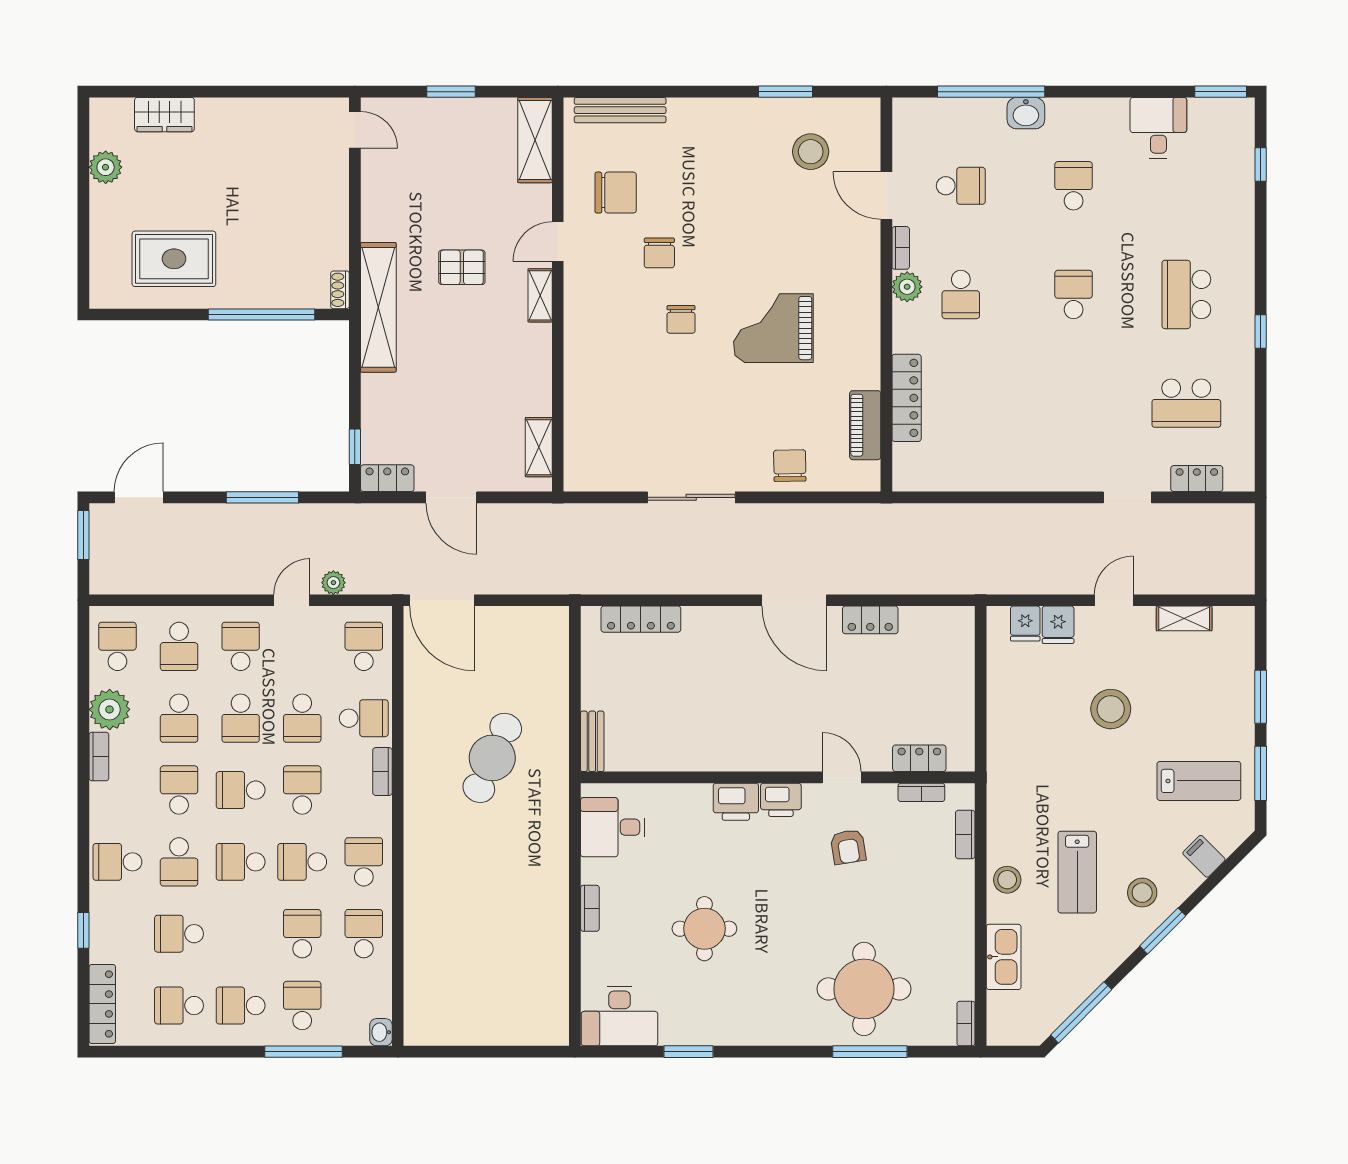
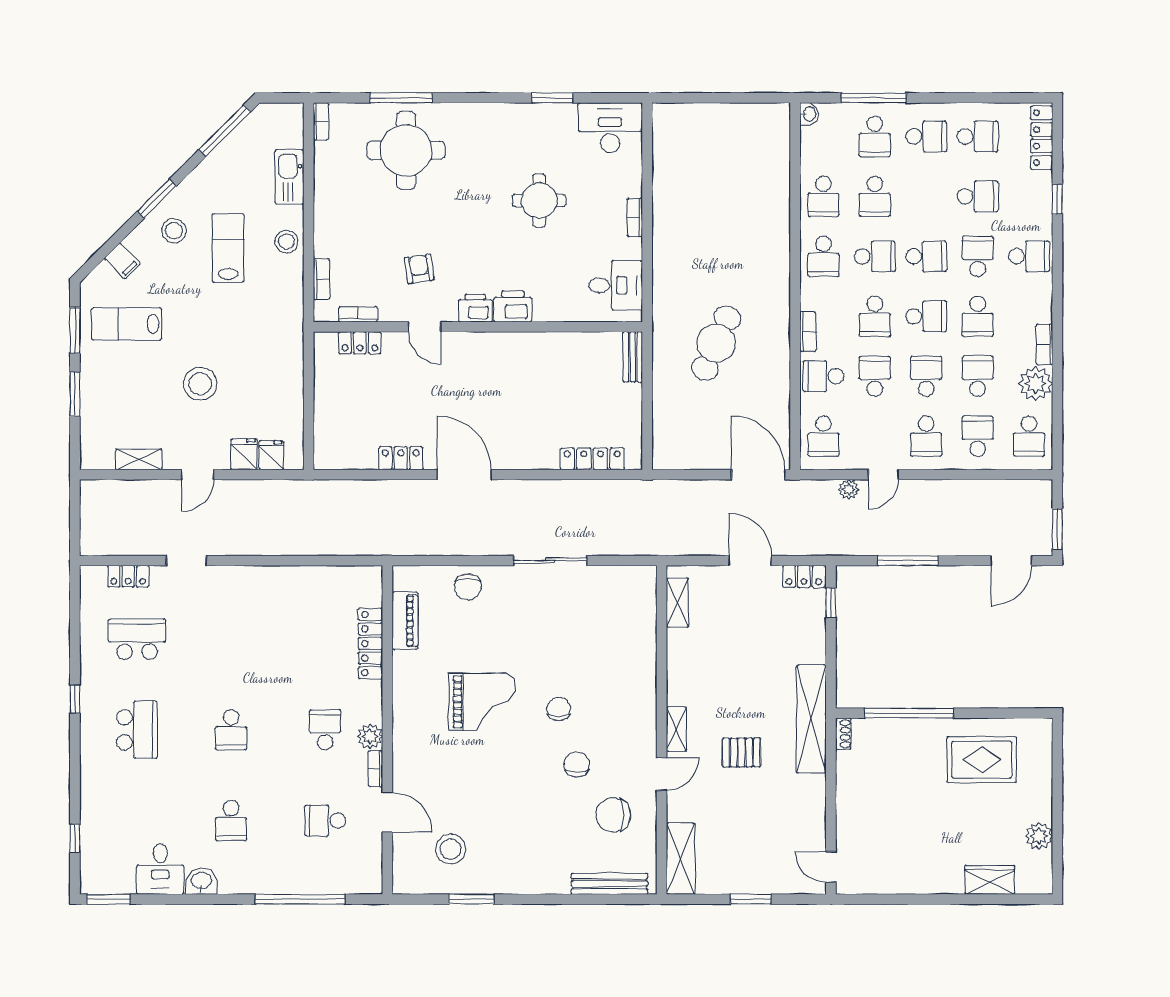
washbasin: (1026, 113) -> (201, 881), moved

